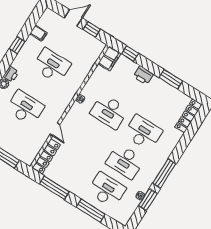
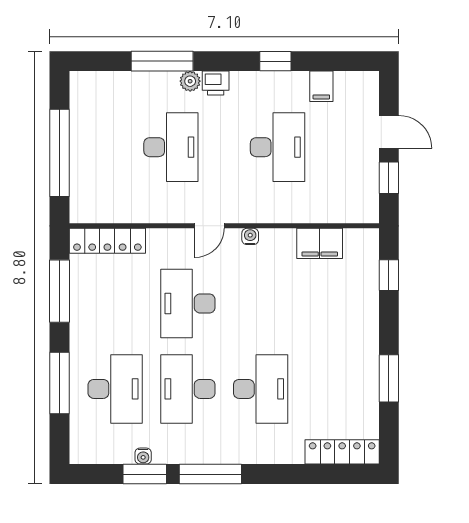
filing cabinet: (109, 59) -> (320, 243), moved
printer: (143, 75) -> (365, 324), removed
desk: (109, 111) -> (188, 303), moved
door: (55, 129) -> (209, 226), moved

